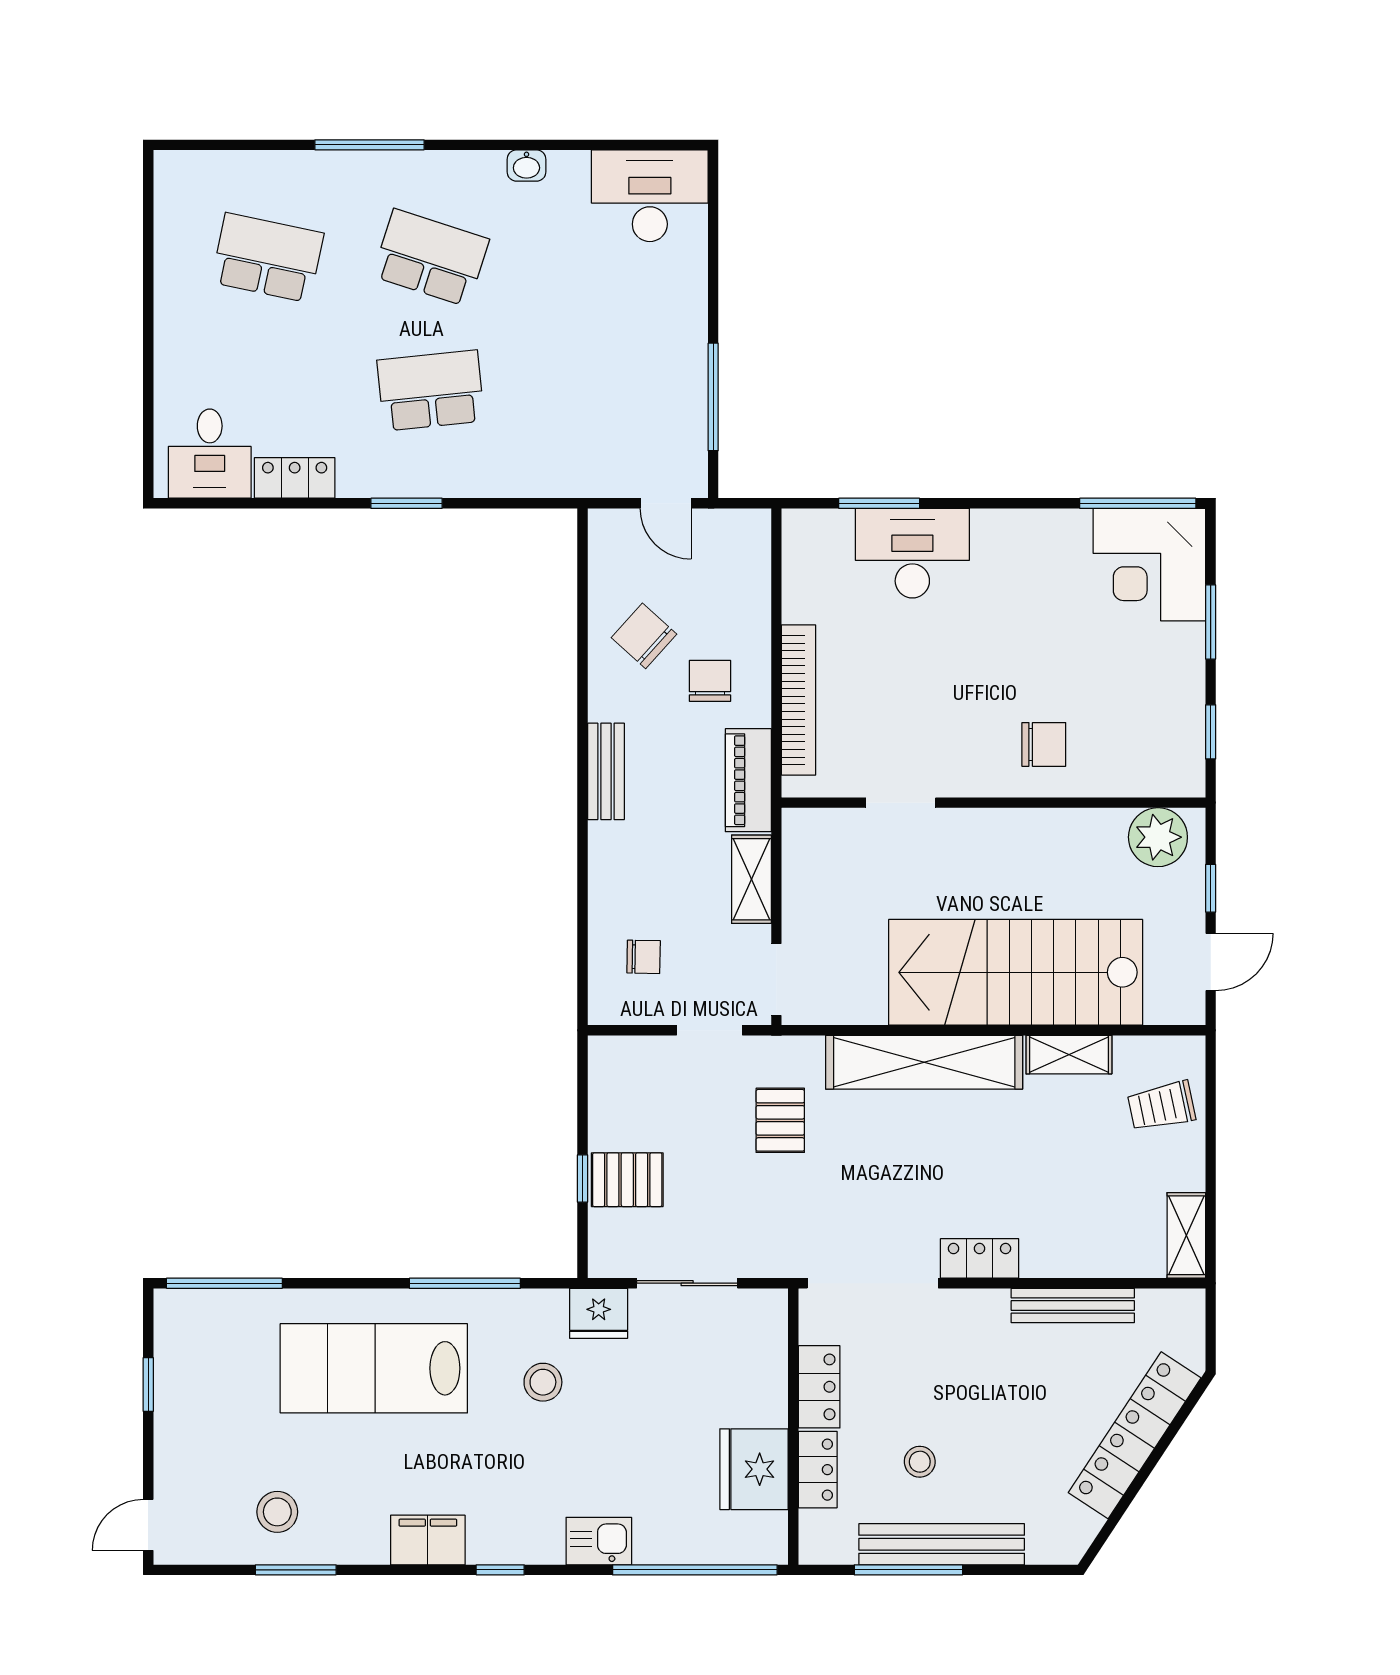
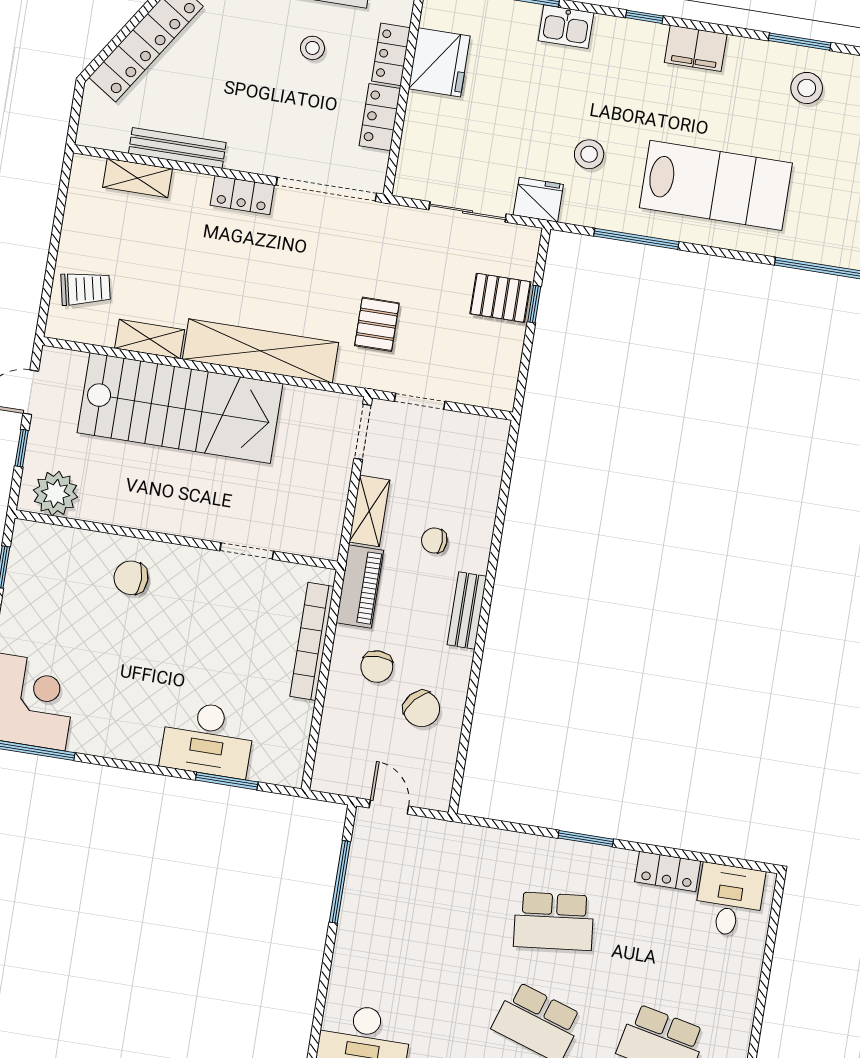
chair: (644, 957) -> (434, 540), moved
shelving: (1186, 1235) -> (138, 178), moved, turned 90

